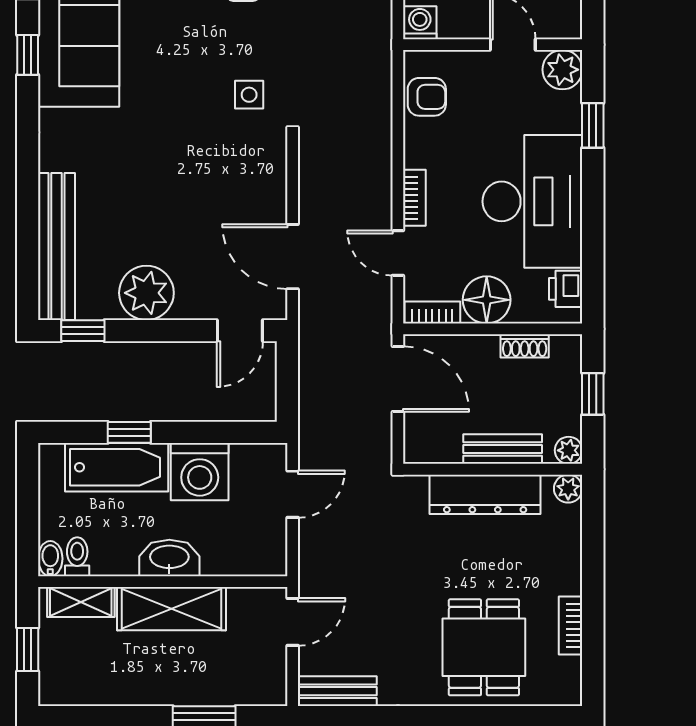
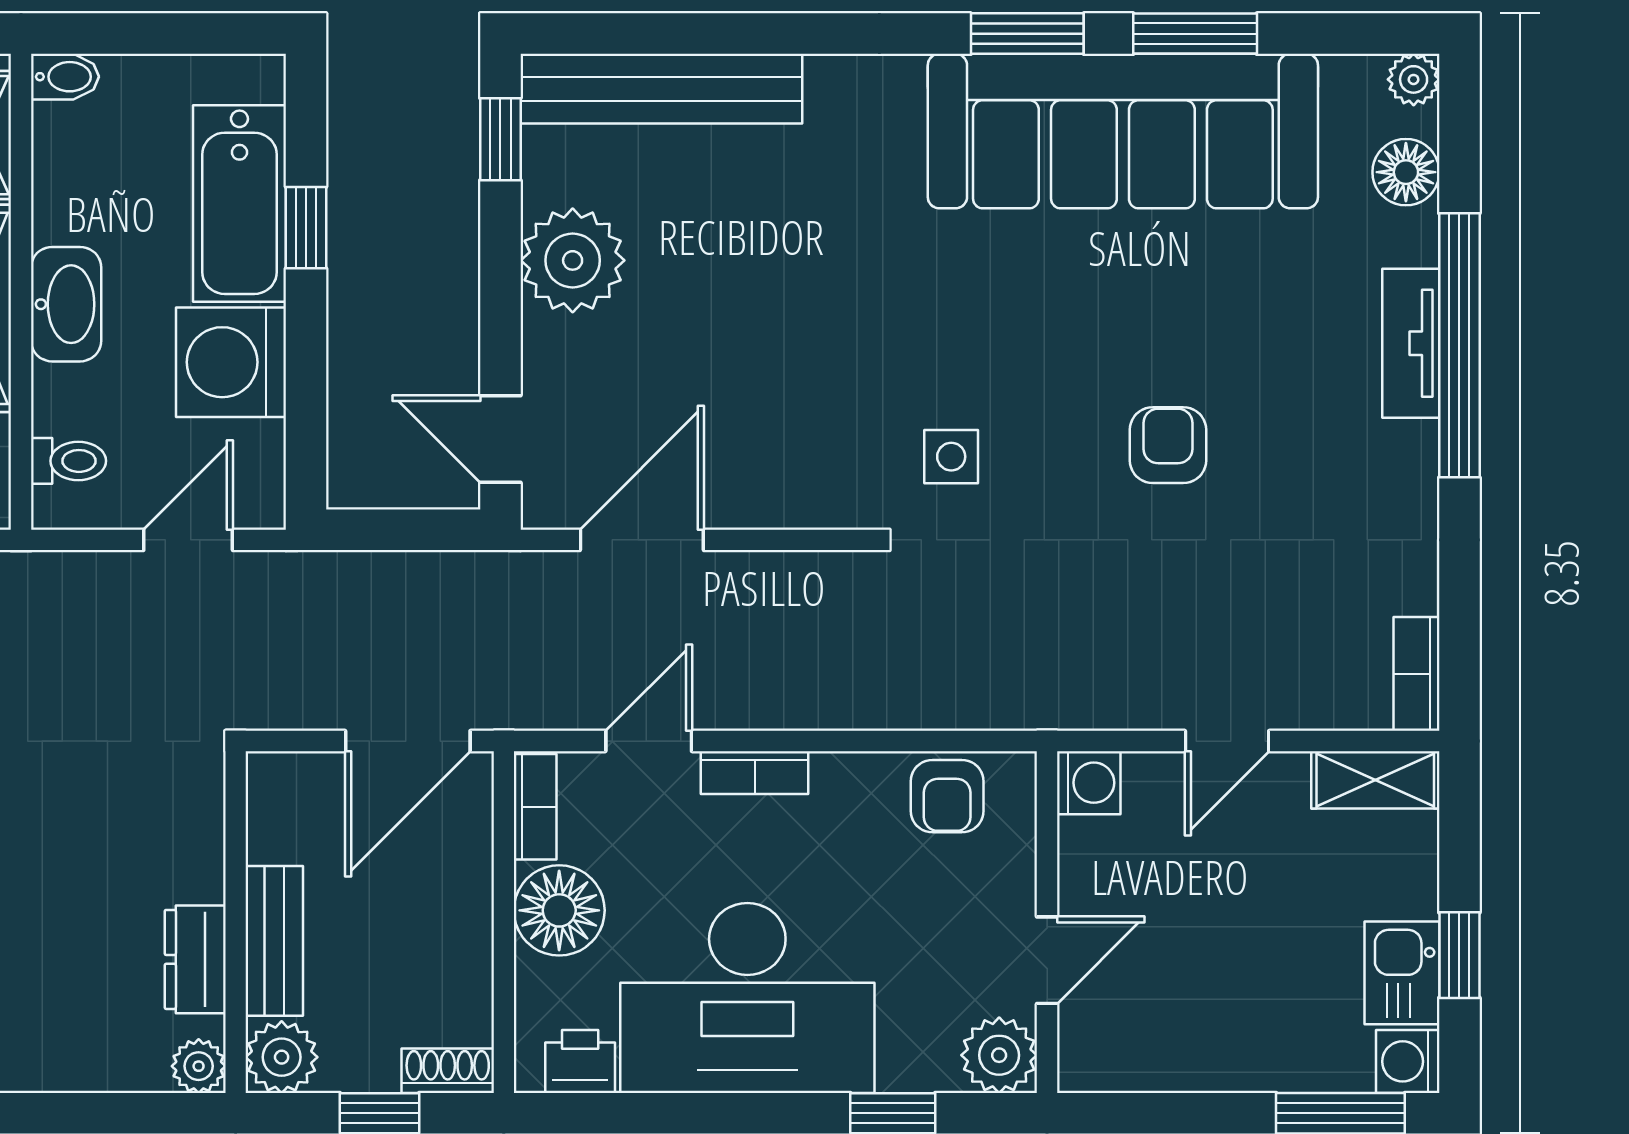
window: (28, 55) -> (1027, 34), width x1.50
shoe rack: (525, 346) -> (448, 1071), moved, turned 90
plant: (569, 450) -> (282, 1057), width x1.38, depth x1.38
door: (293, 494) -> (188, 540), swing flipped
dresser: (485, 494) -> (195, 959), width x0.51, depth x0.80
toilet: (77, 557) -> (69, 461), moved

